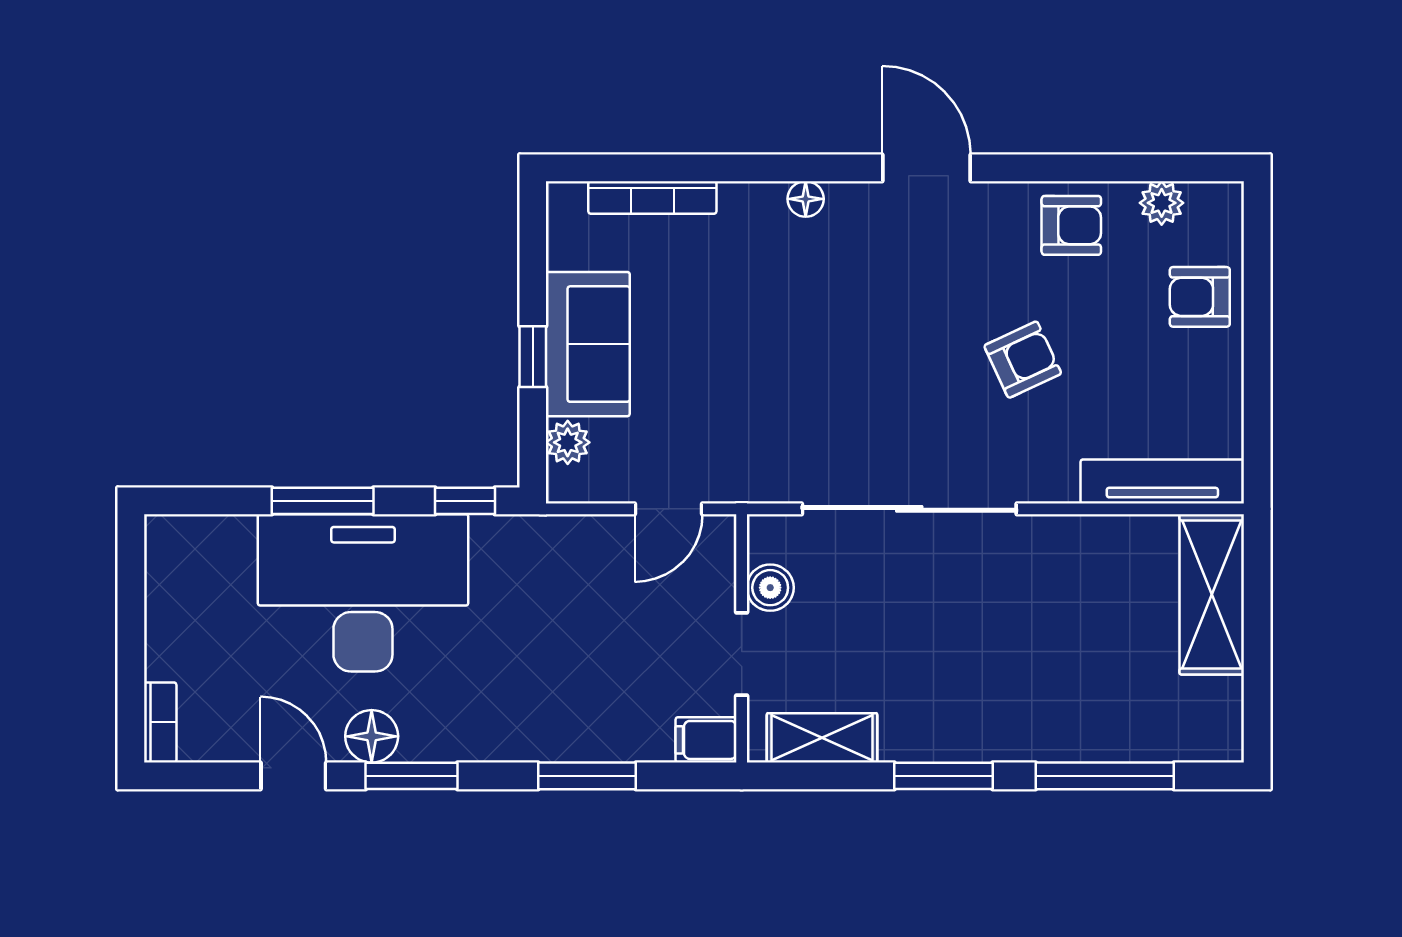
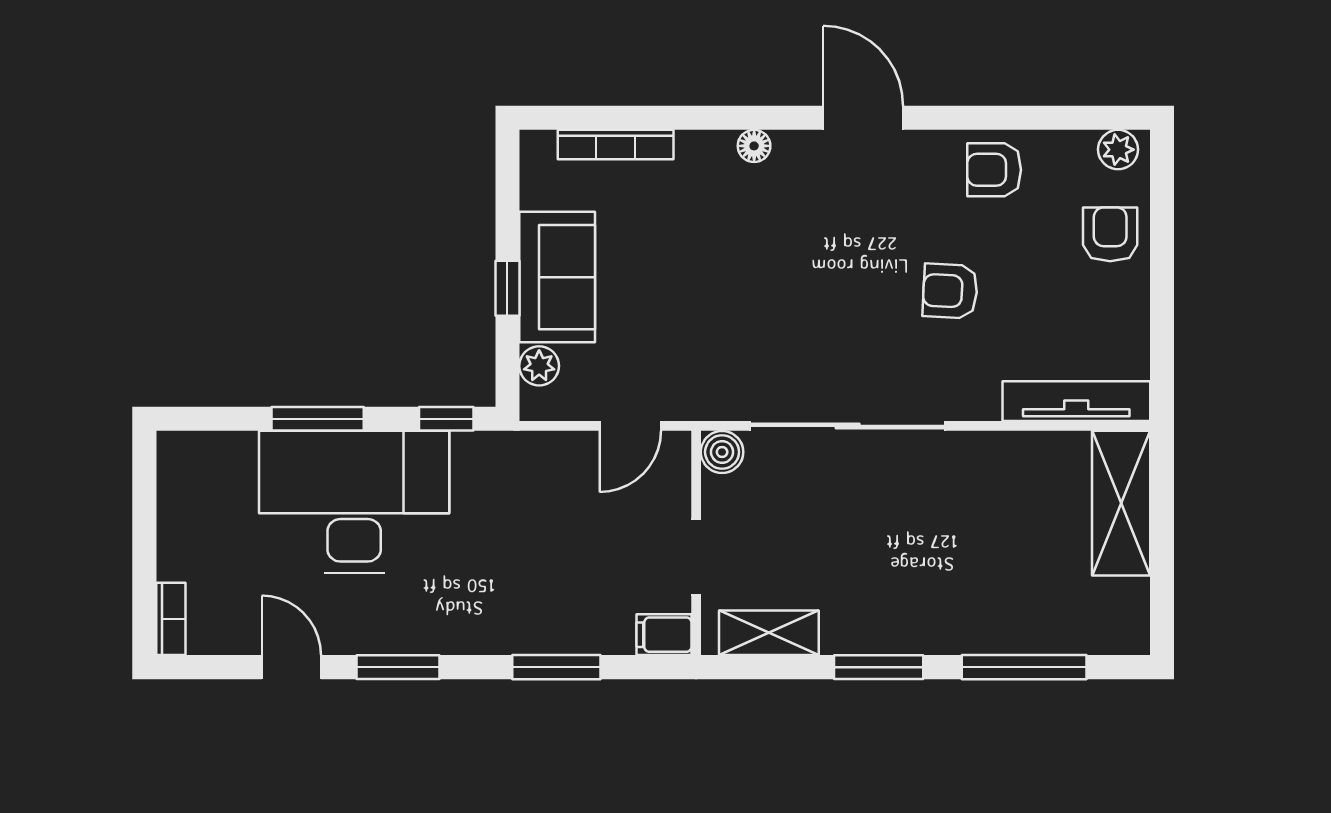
plant: (1162, 203) -> (1118, 150), moved
armchair: (1071, 225) -> (994, 170), turned 180
armchair: (1200, 297) -> (1110, 234), turned 90
armchair: (1023, 360) -> (950, 291), turned -152
boiler: (770, 588) -> (722, 452), moved
floor lamp: (372, 736) -> (362, 631), removed

